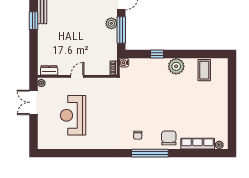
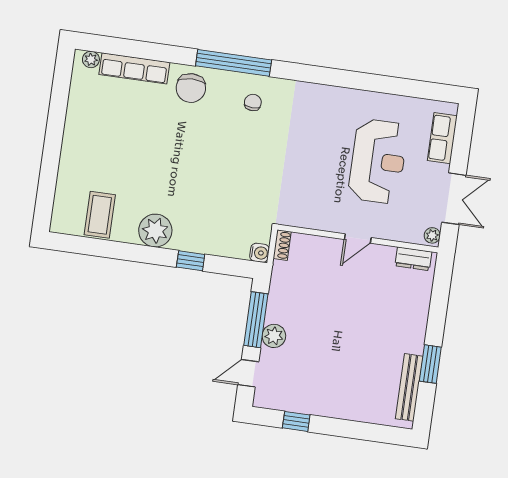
row of seats: (43, 131) -> (442, 138), added

